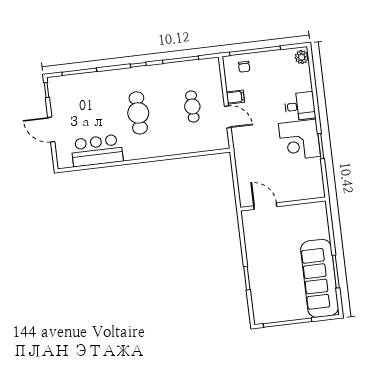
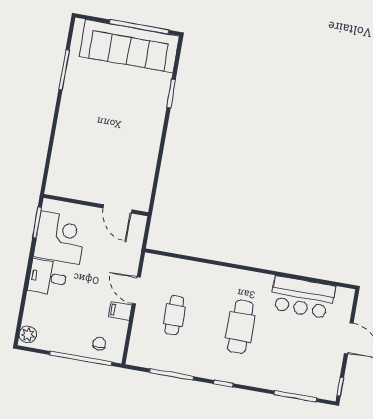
wall: (283, 204) -> (96, 205), moved
door: (265, 206) -> (117, 209), moved
sofa: (320, 278) -> (129, 46), moved, turned 90

